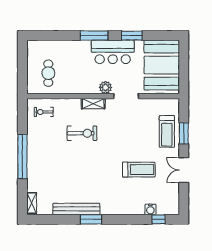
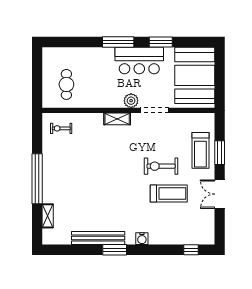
exercise bike: (82, 133) -> (161, 166), moved, turned 180
shelving: (32, 203) -> (48, 216), moved
water cooler: (150, 209) -> (142, 239), moved

